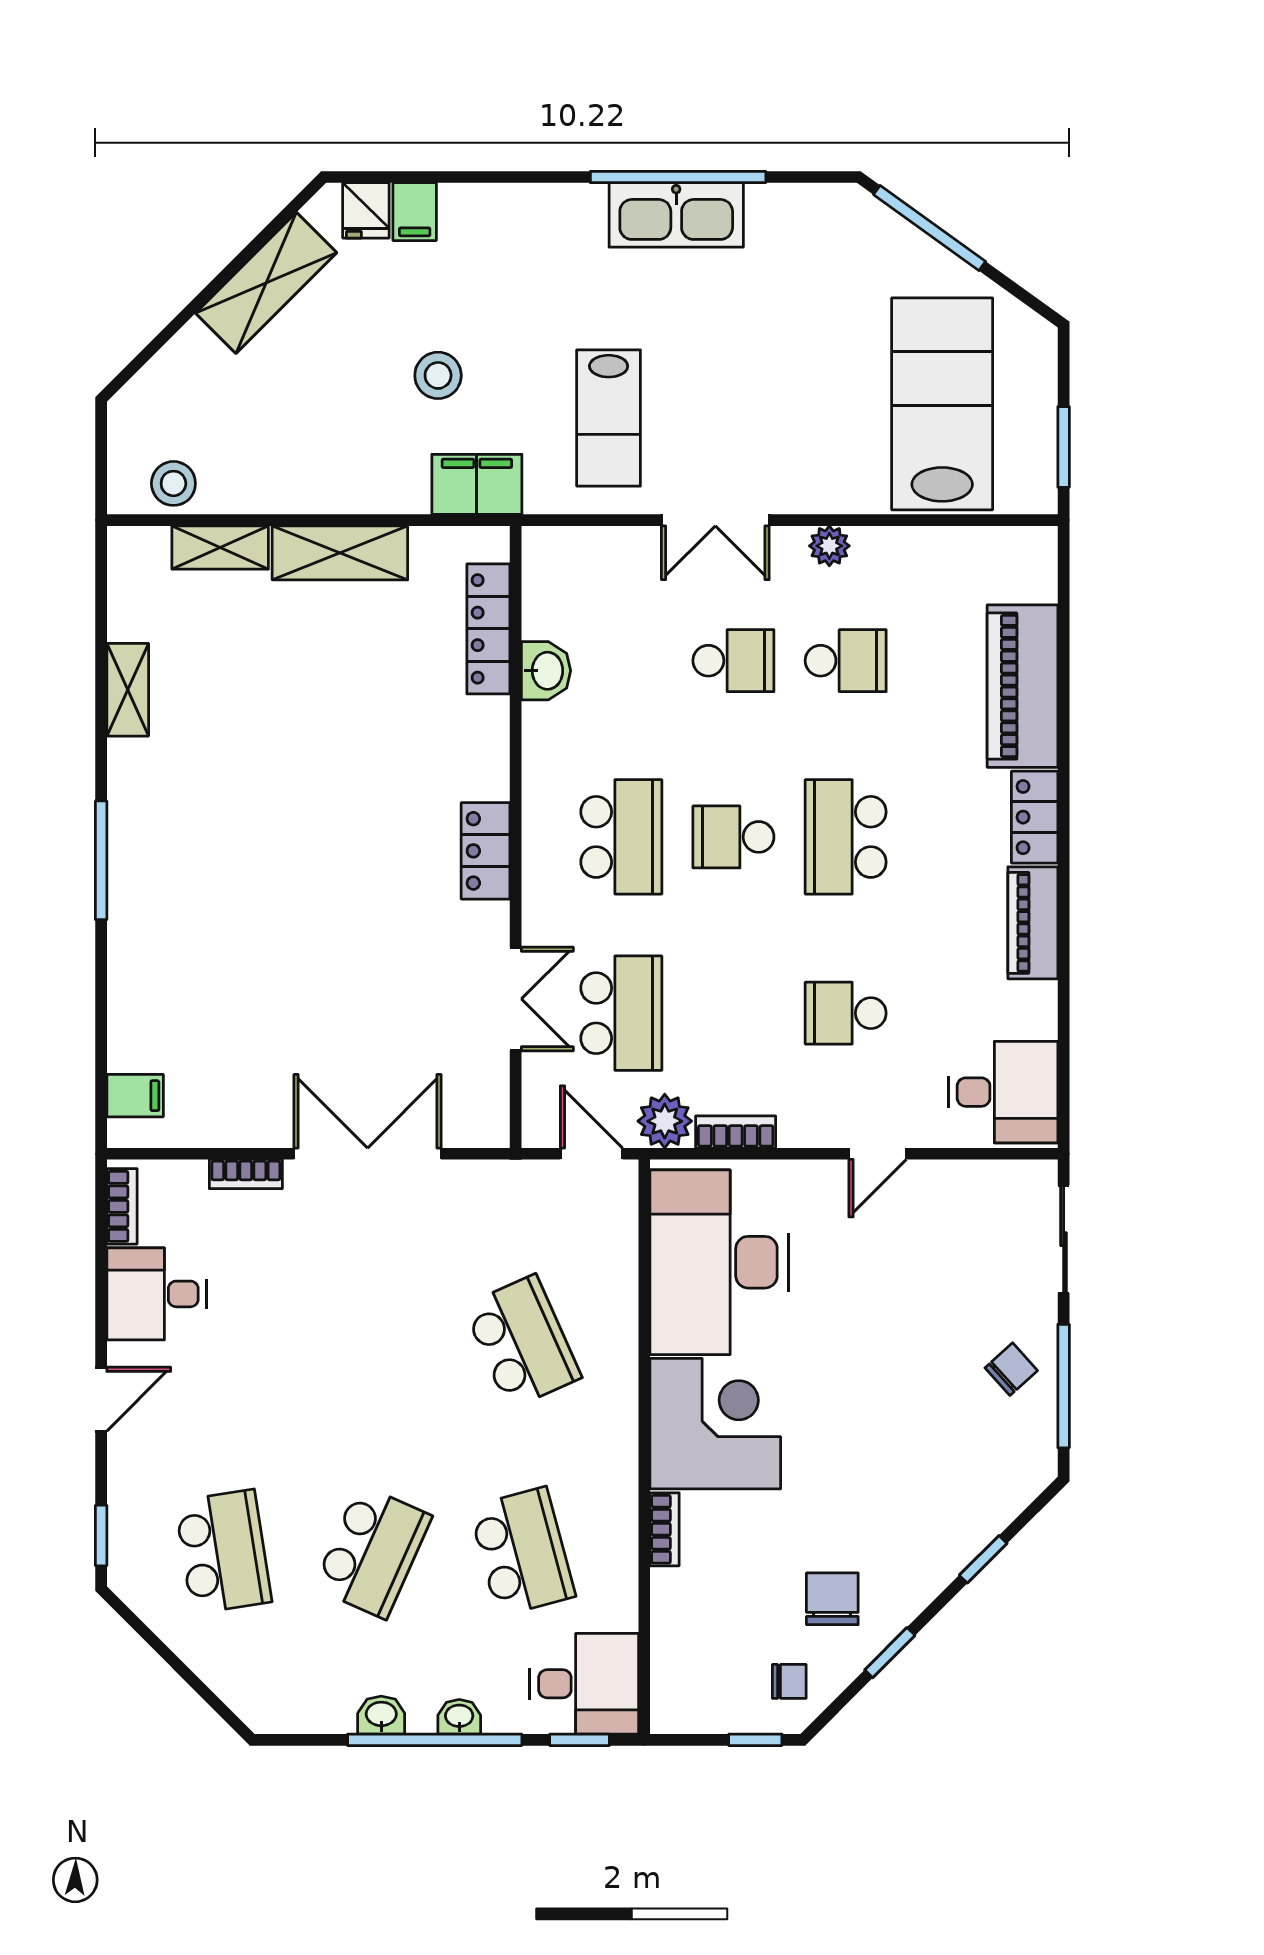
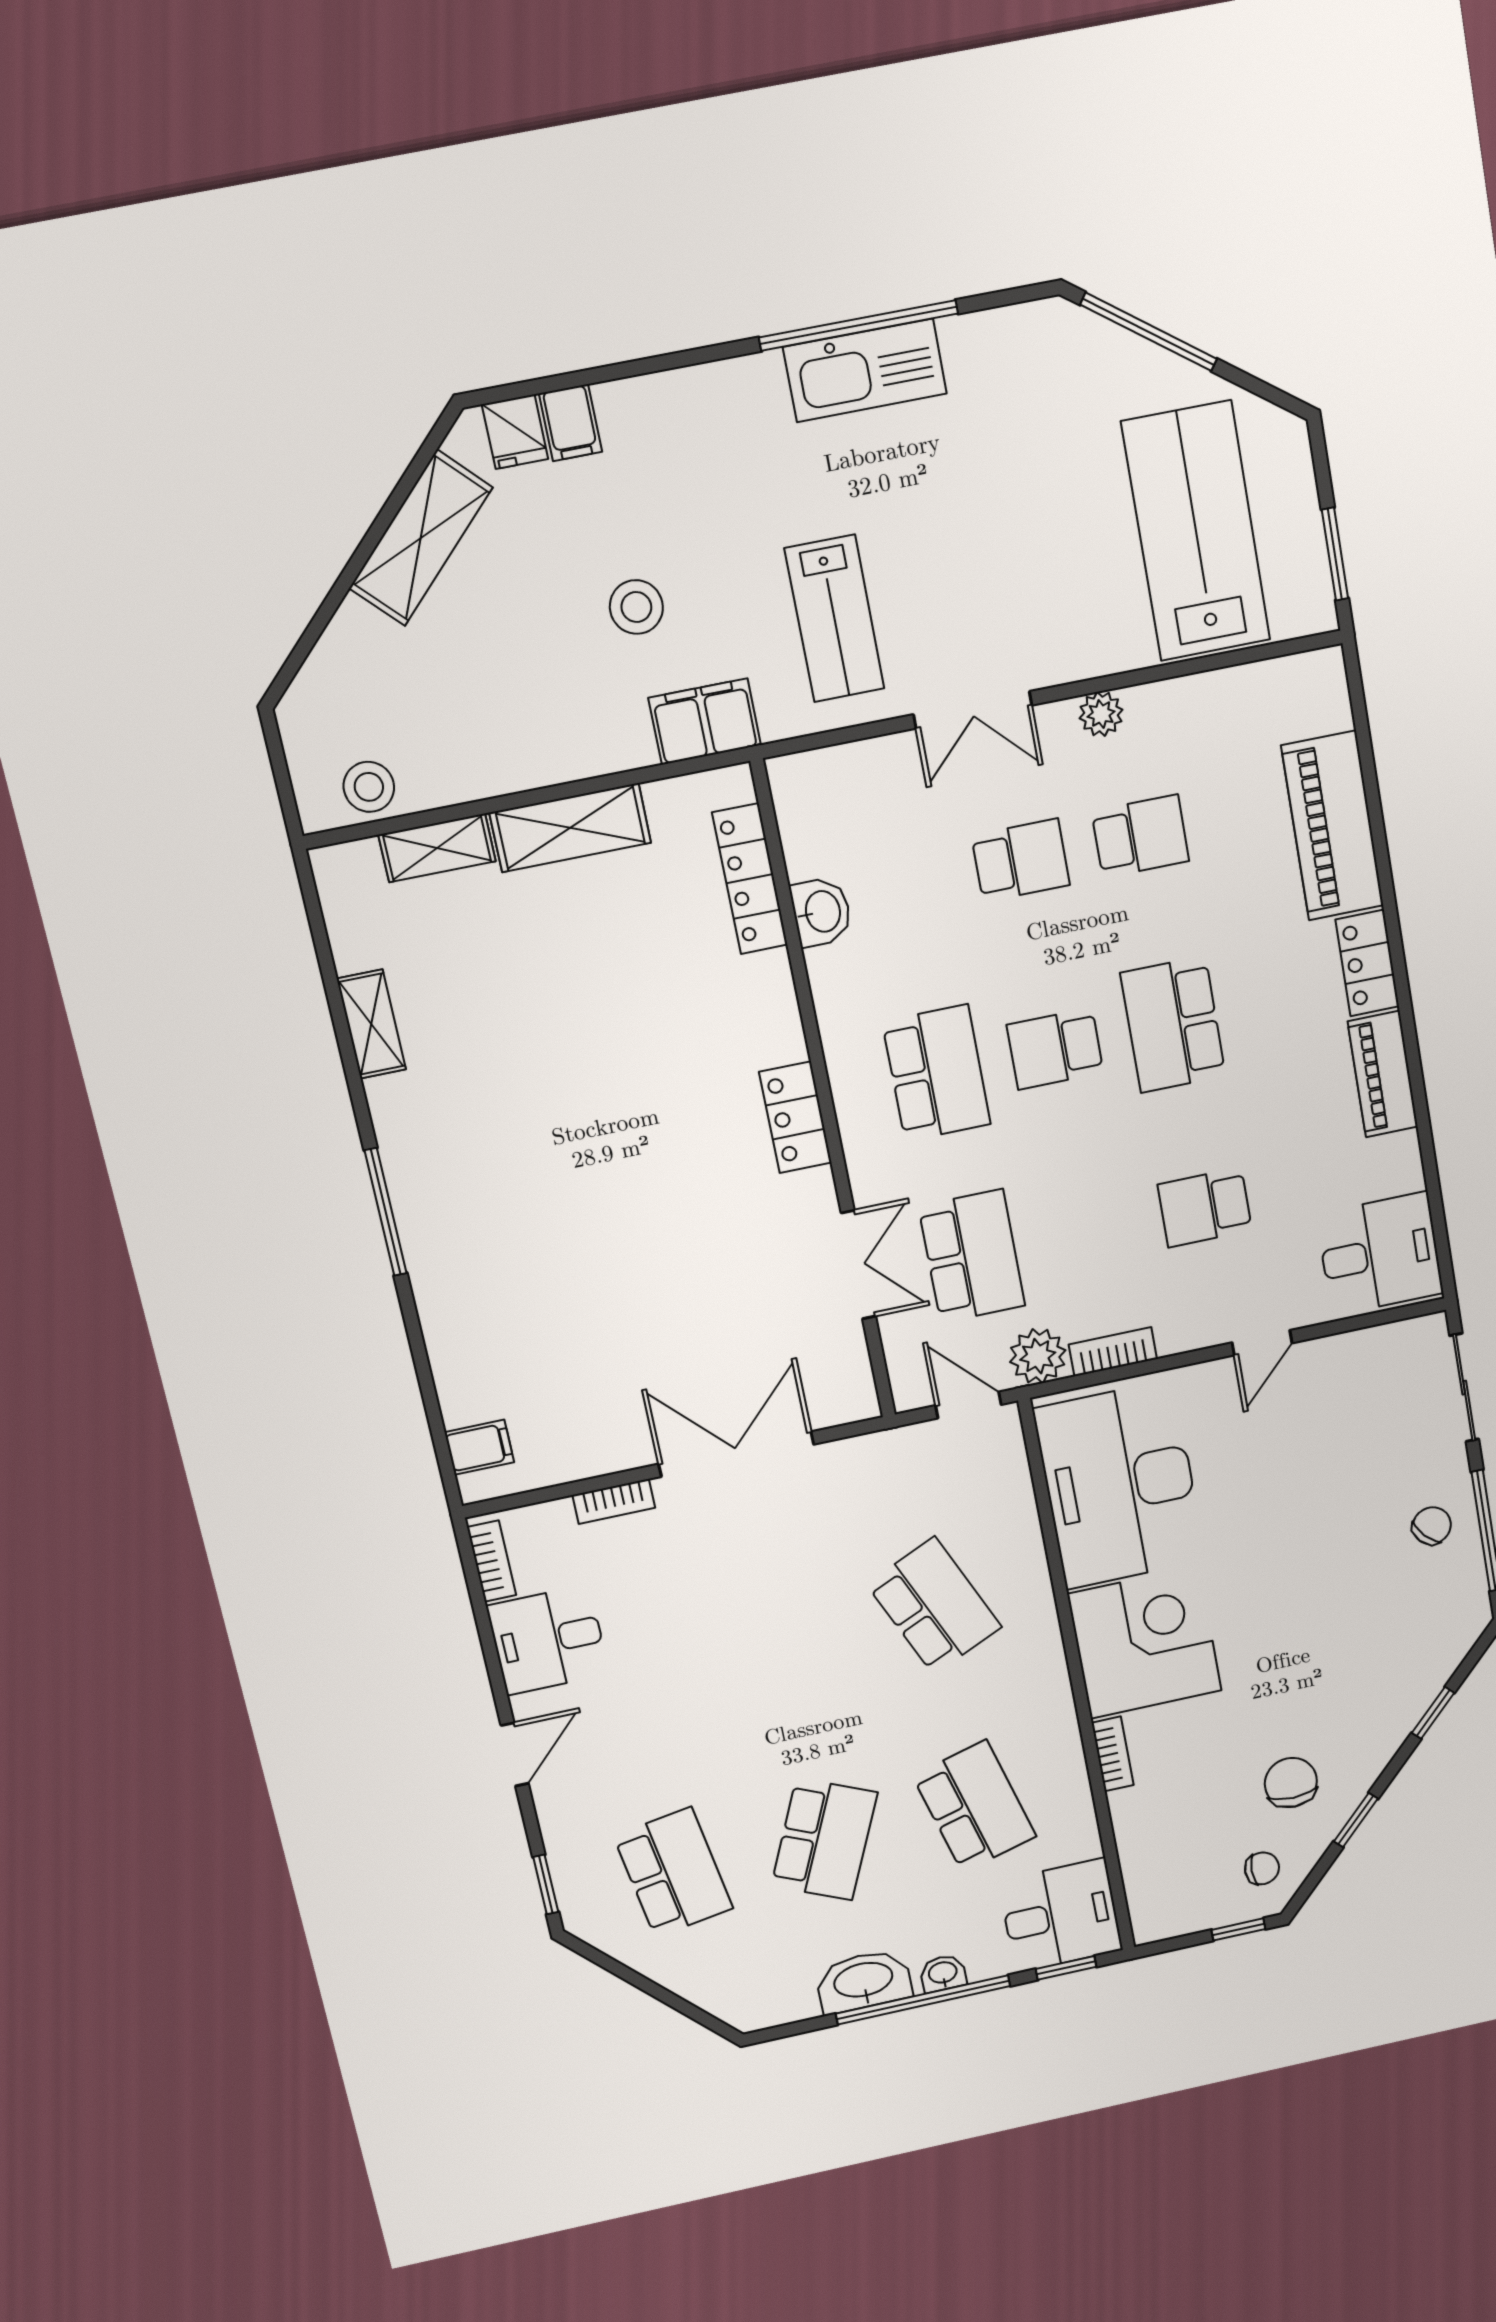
washbasin: (381, 1715) -> (864, 1981), width x1.91, depth x1.45

